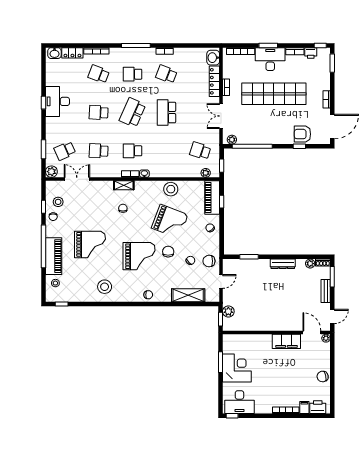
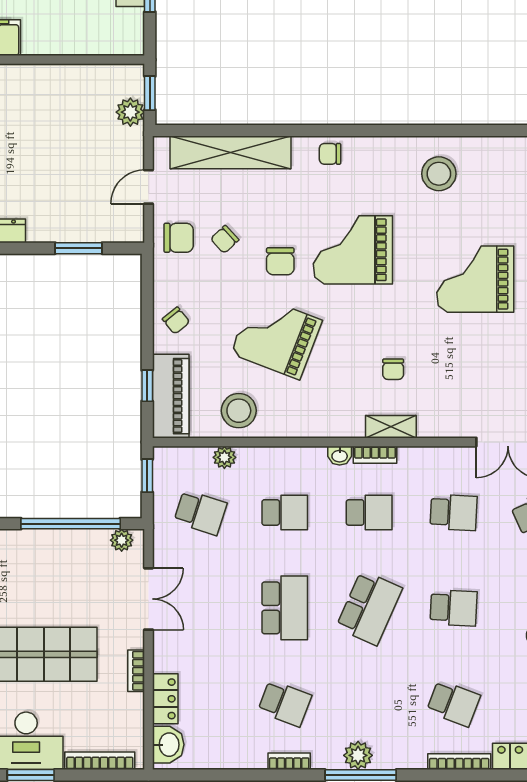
plant: (137, 53) -> (358, 755), added
school desk: (133, 74) -> (285, 512), moved
locker: (214, 81) -> (165, 699), width x0.66
plant: (206, 173) -> (224, 457), moved
stool: (171, 189) -> (239, 411), moved
shelving: (188, 295) -> (230, 152), width x1.47

